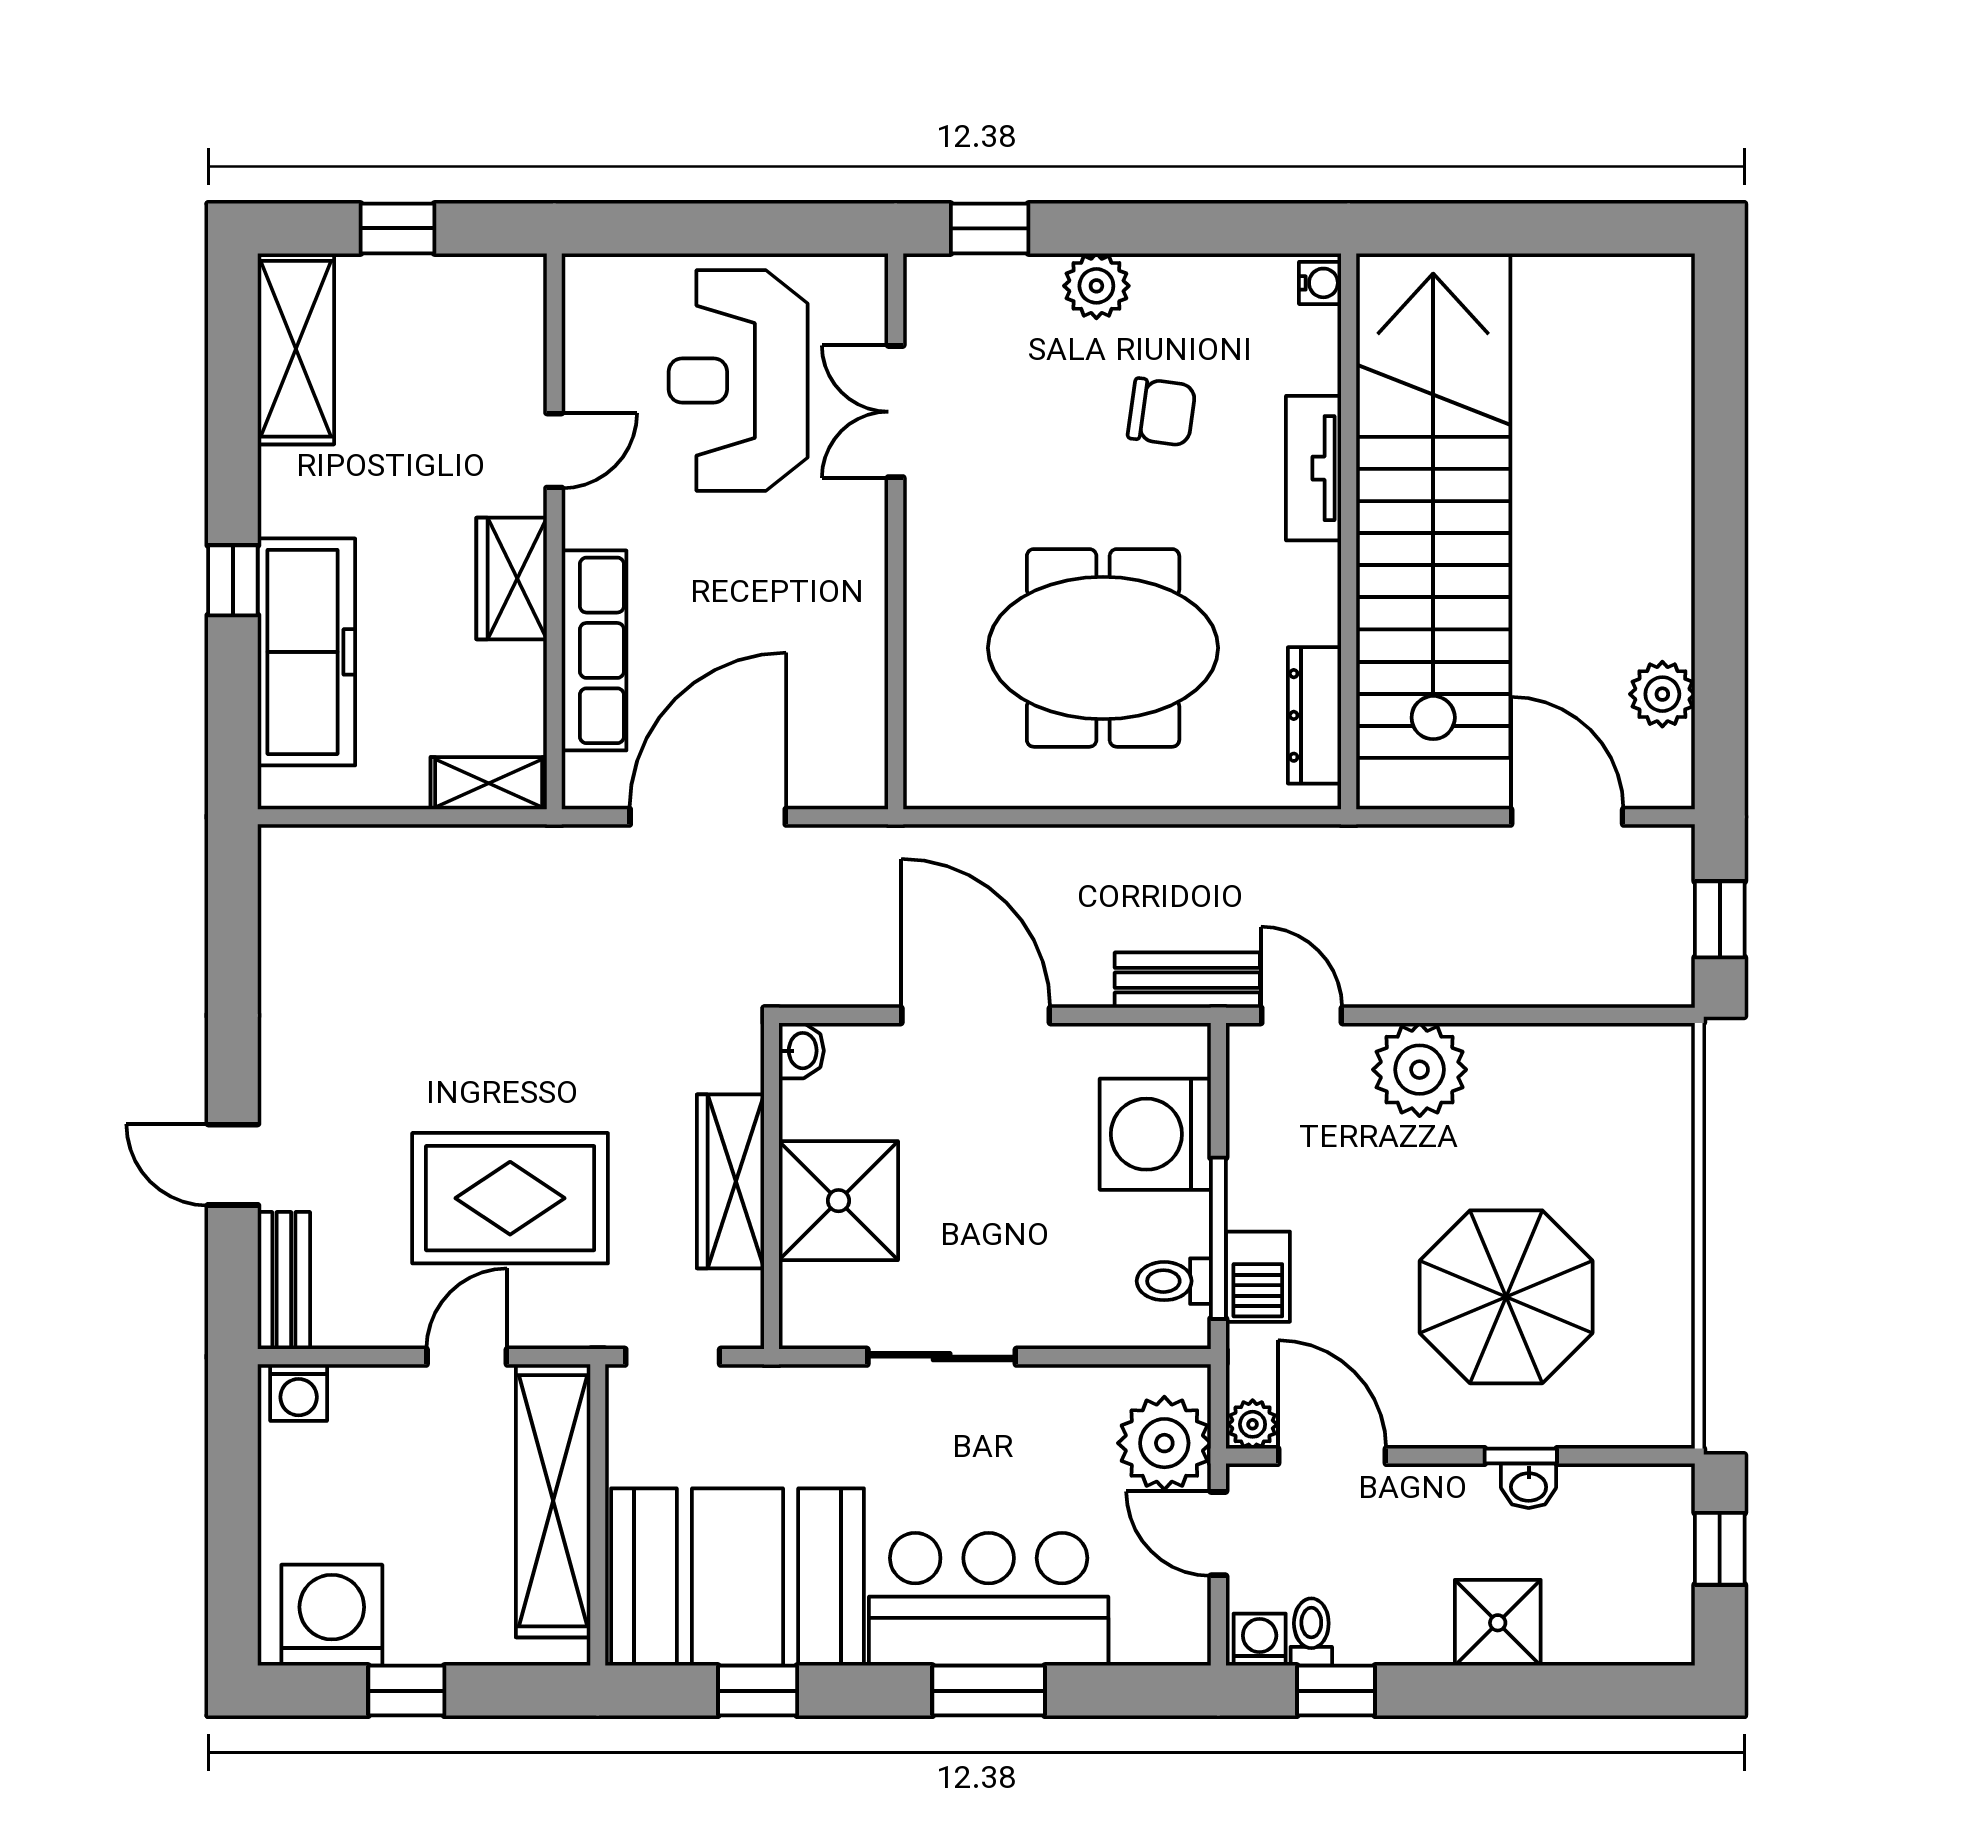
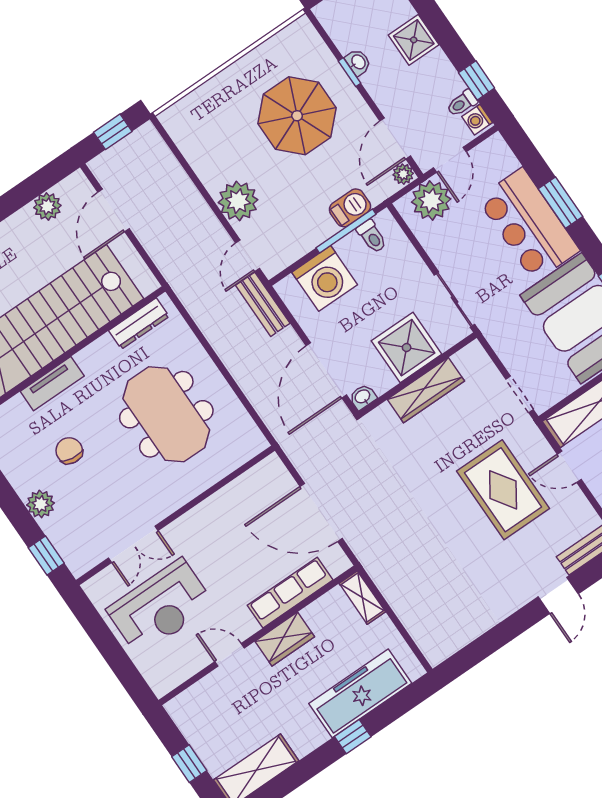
washbasin: (801, 1051) -> (363, 397), moved
wardrobe: (730, 1181) -> (426, 390), moved
wall: (771, 1186) -> (418, 375), moved
shower: (838, 1201) -> (407, 348), moved

